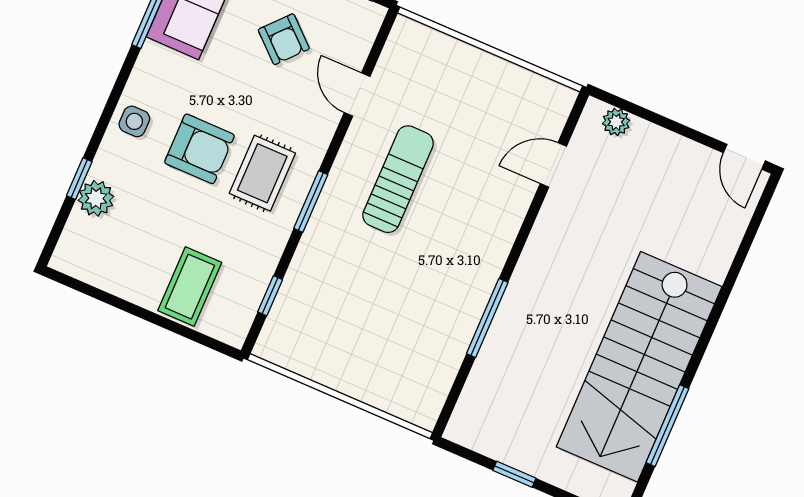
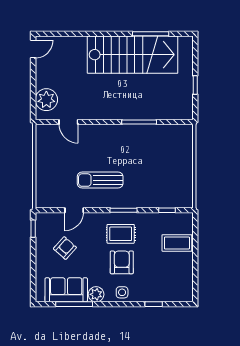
plant: (616, 122) -> (46, 100), width x1.87, depth x1.87
plant: (96, 198) -> (96, 294), moved

